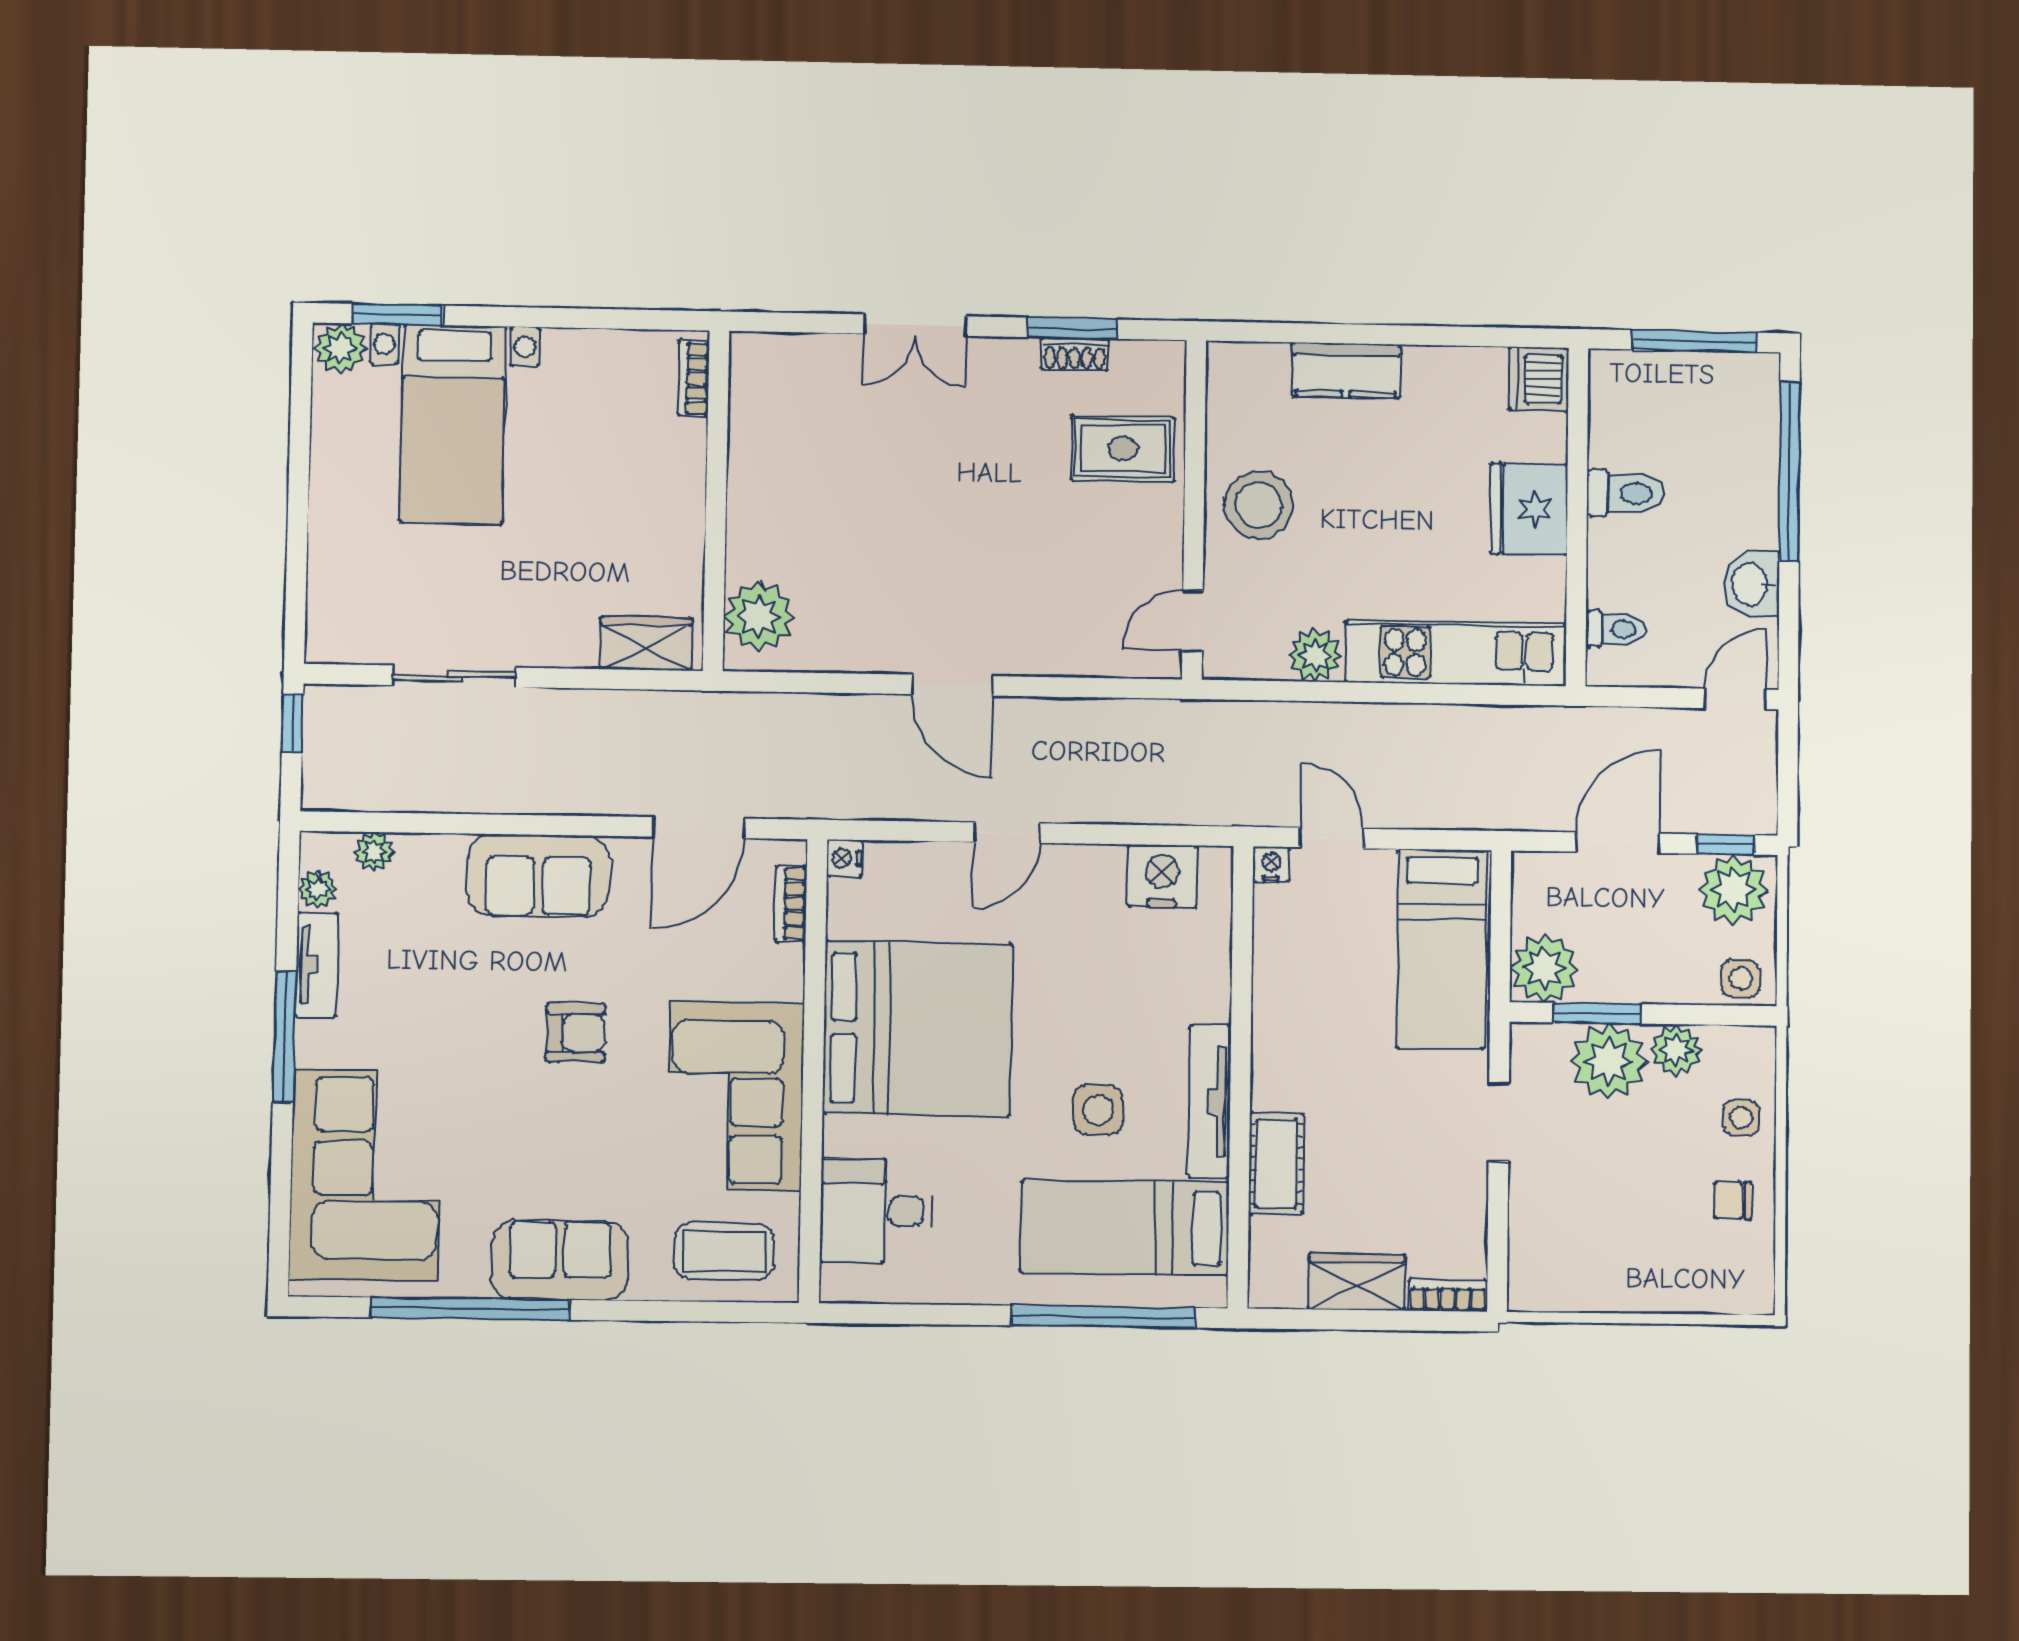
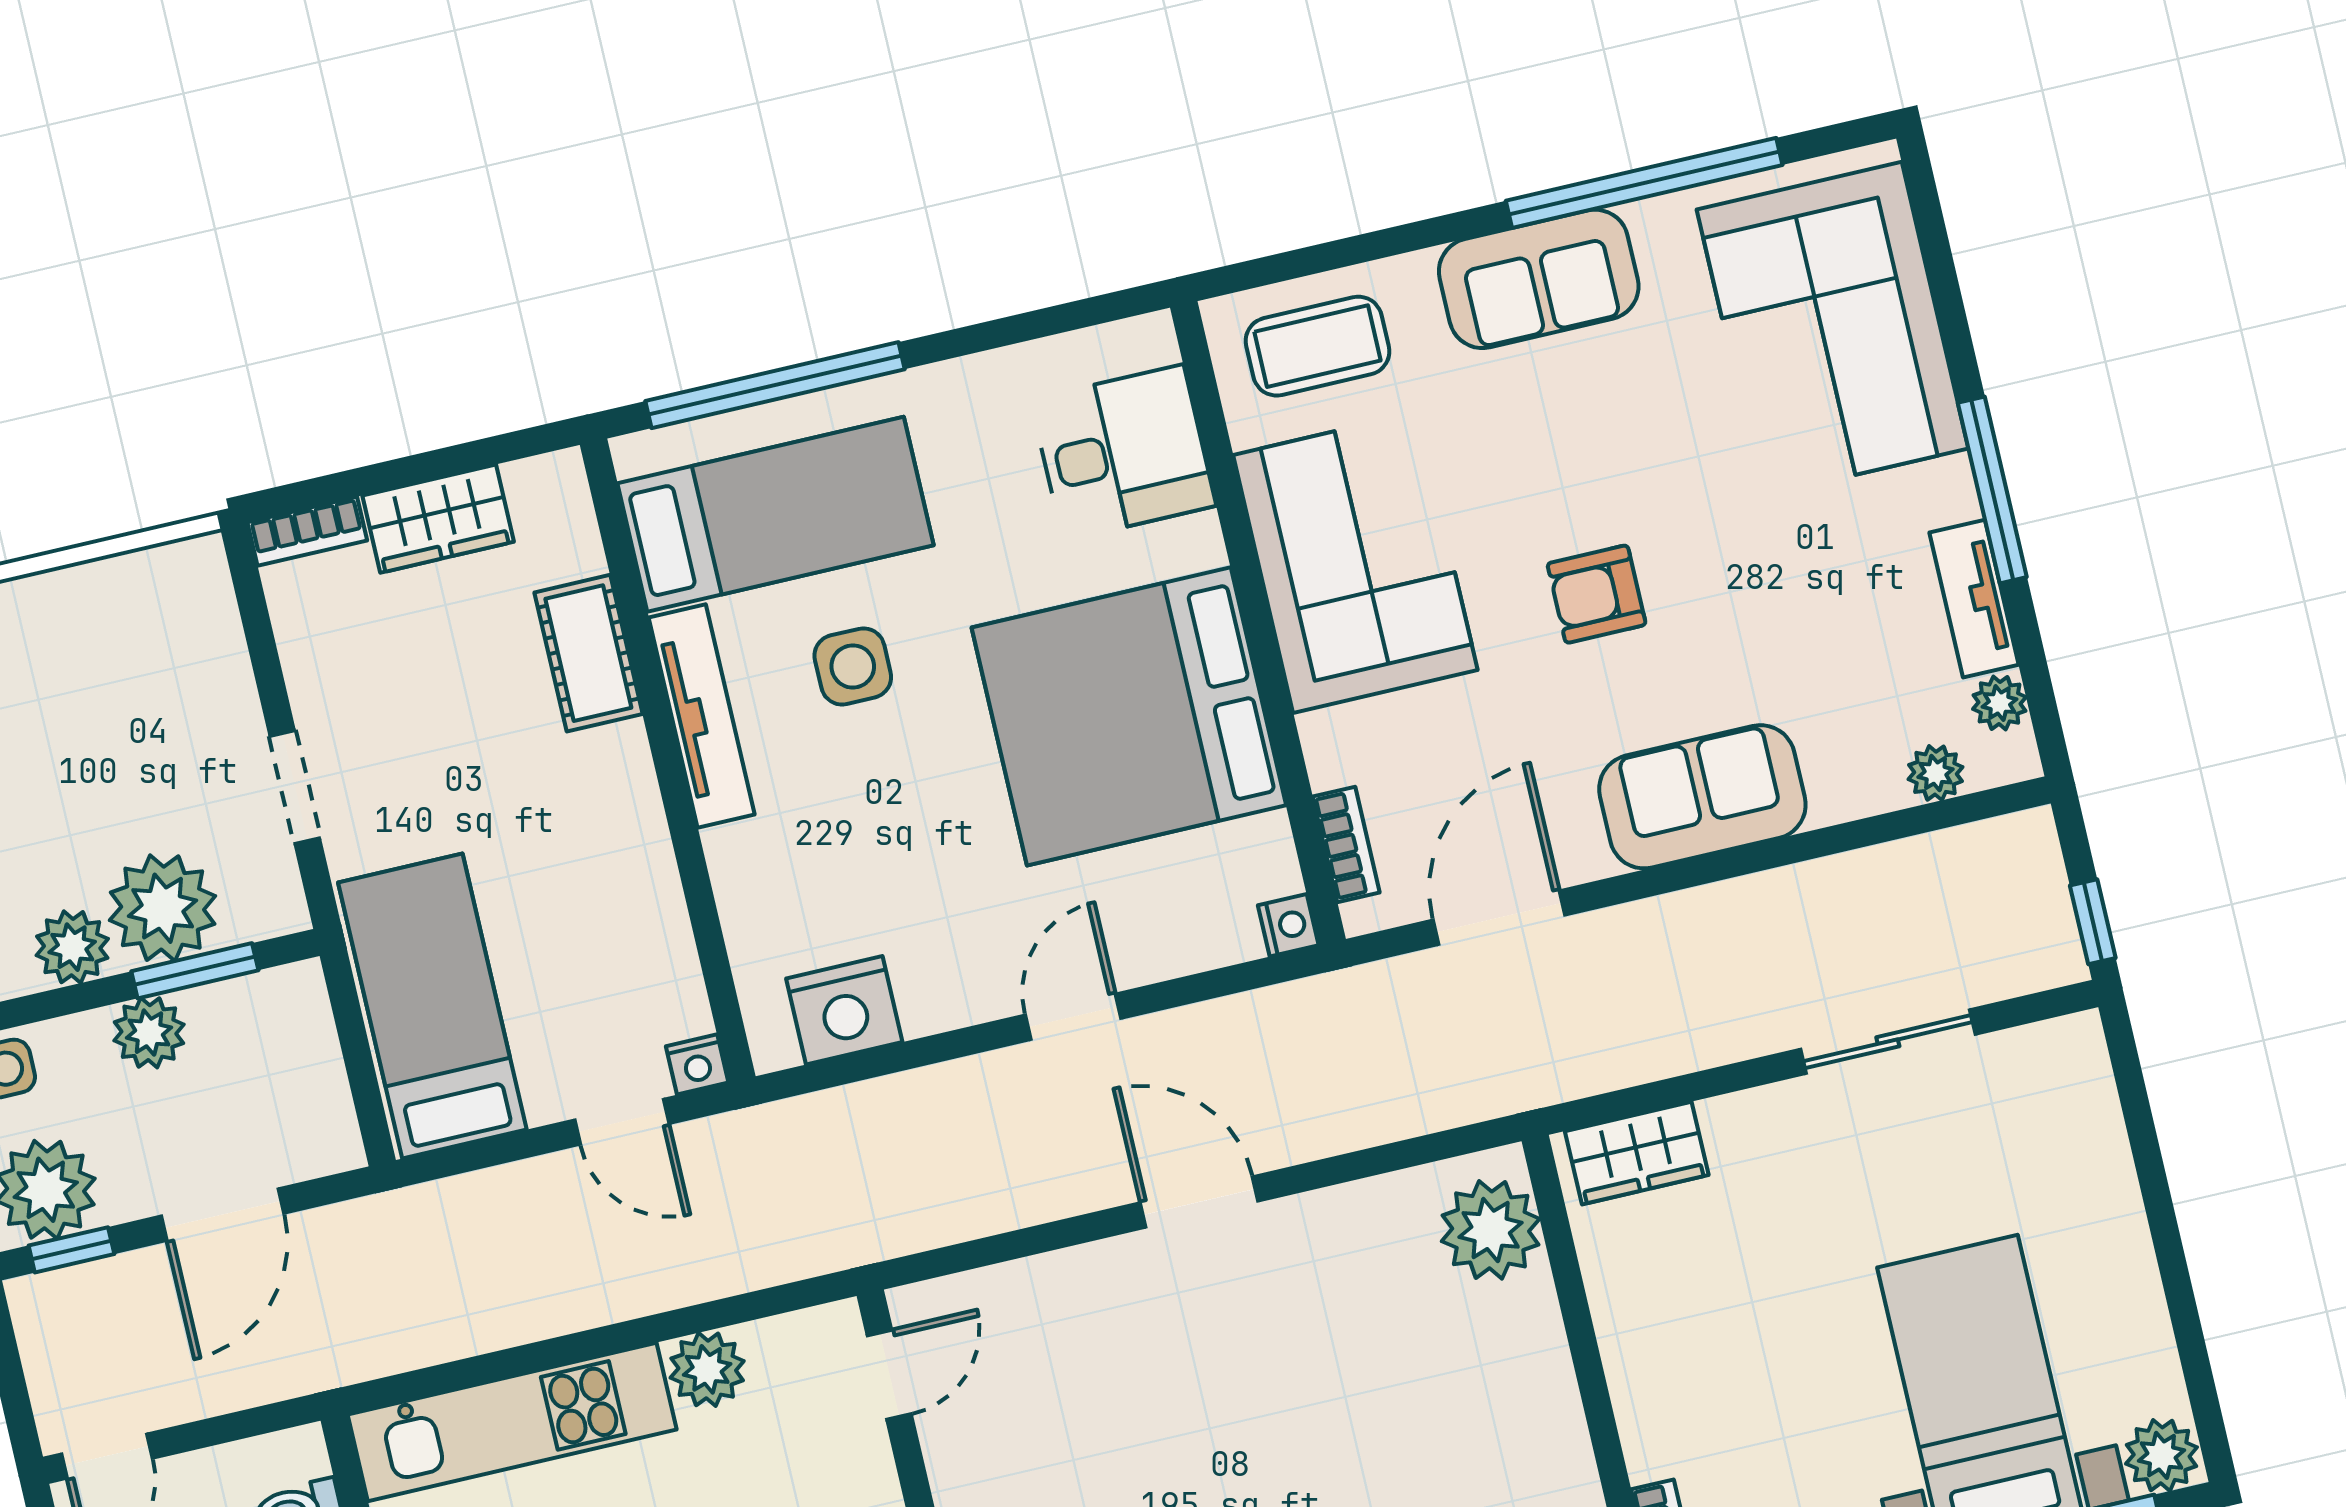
plant: (1544, 968) -> (149, 1033), moved, width x0.73, depth x0.73

